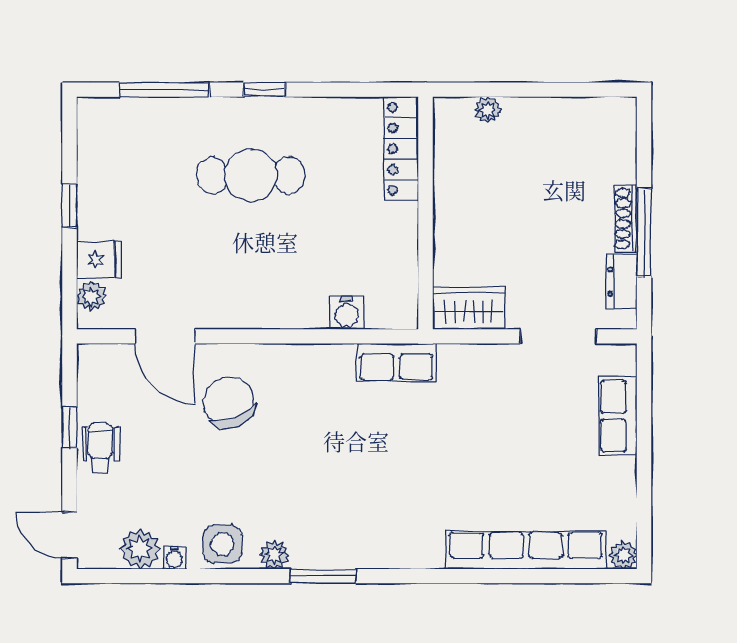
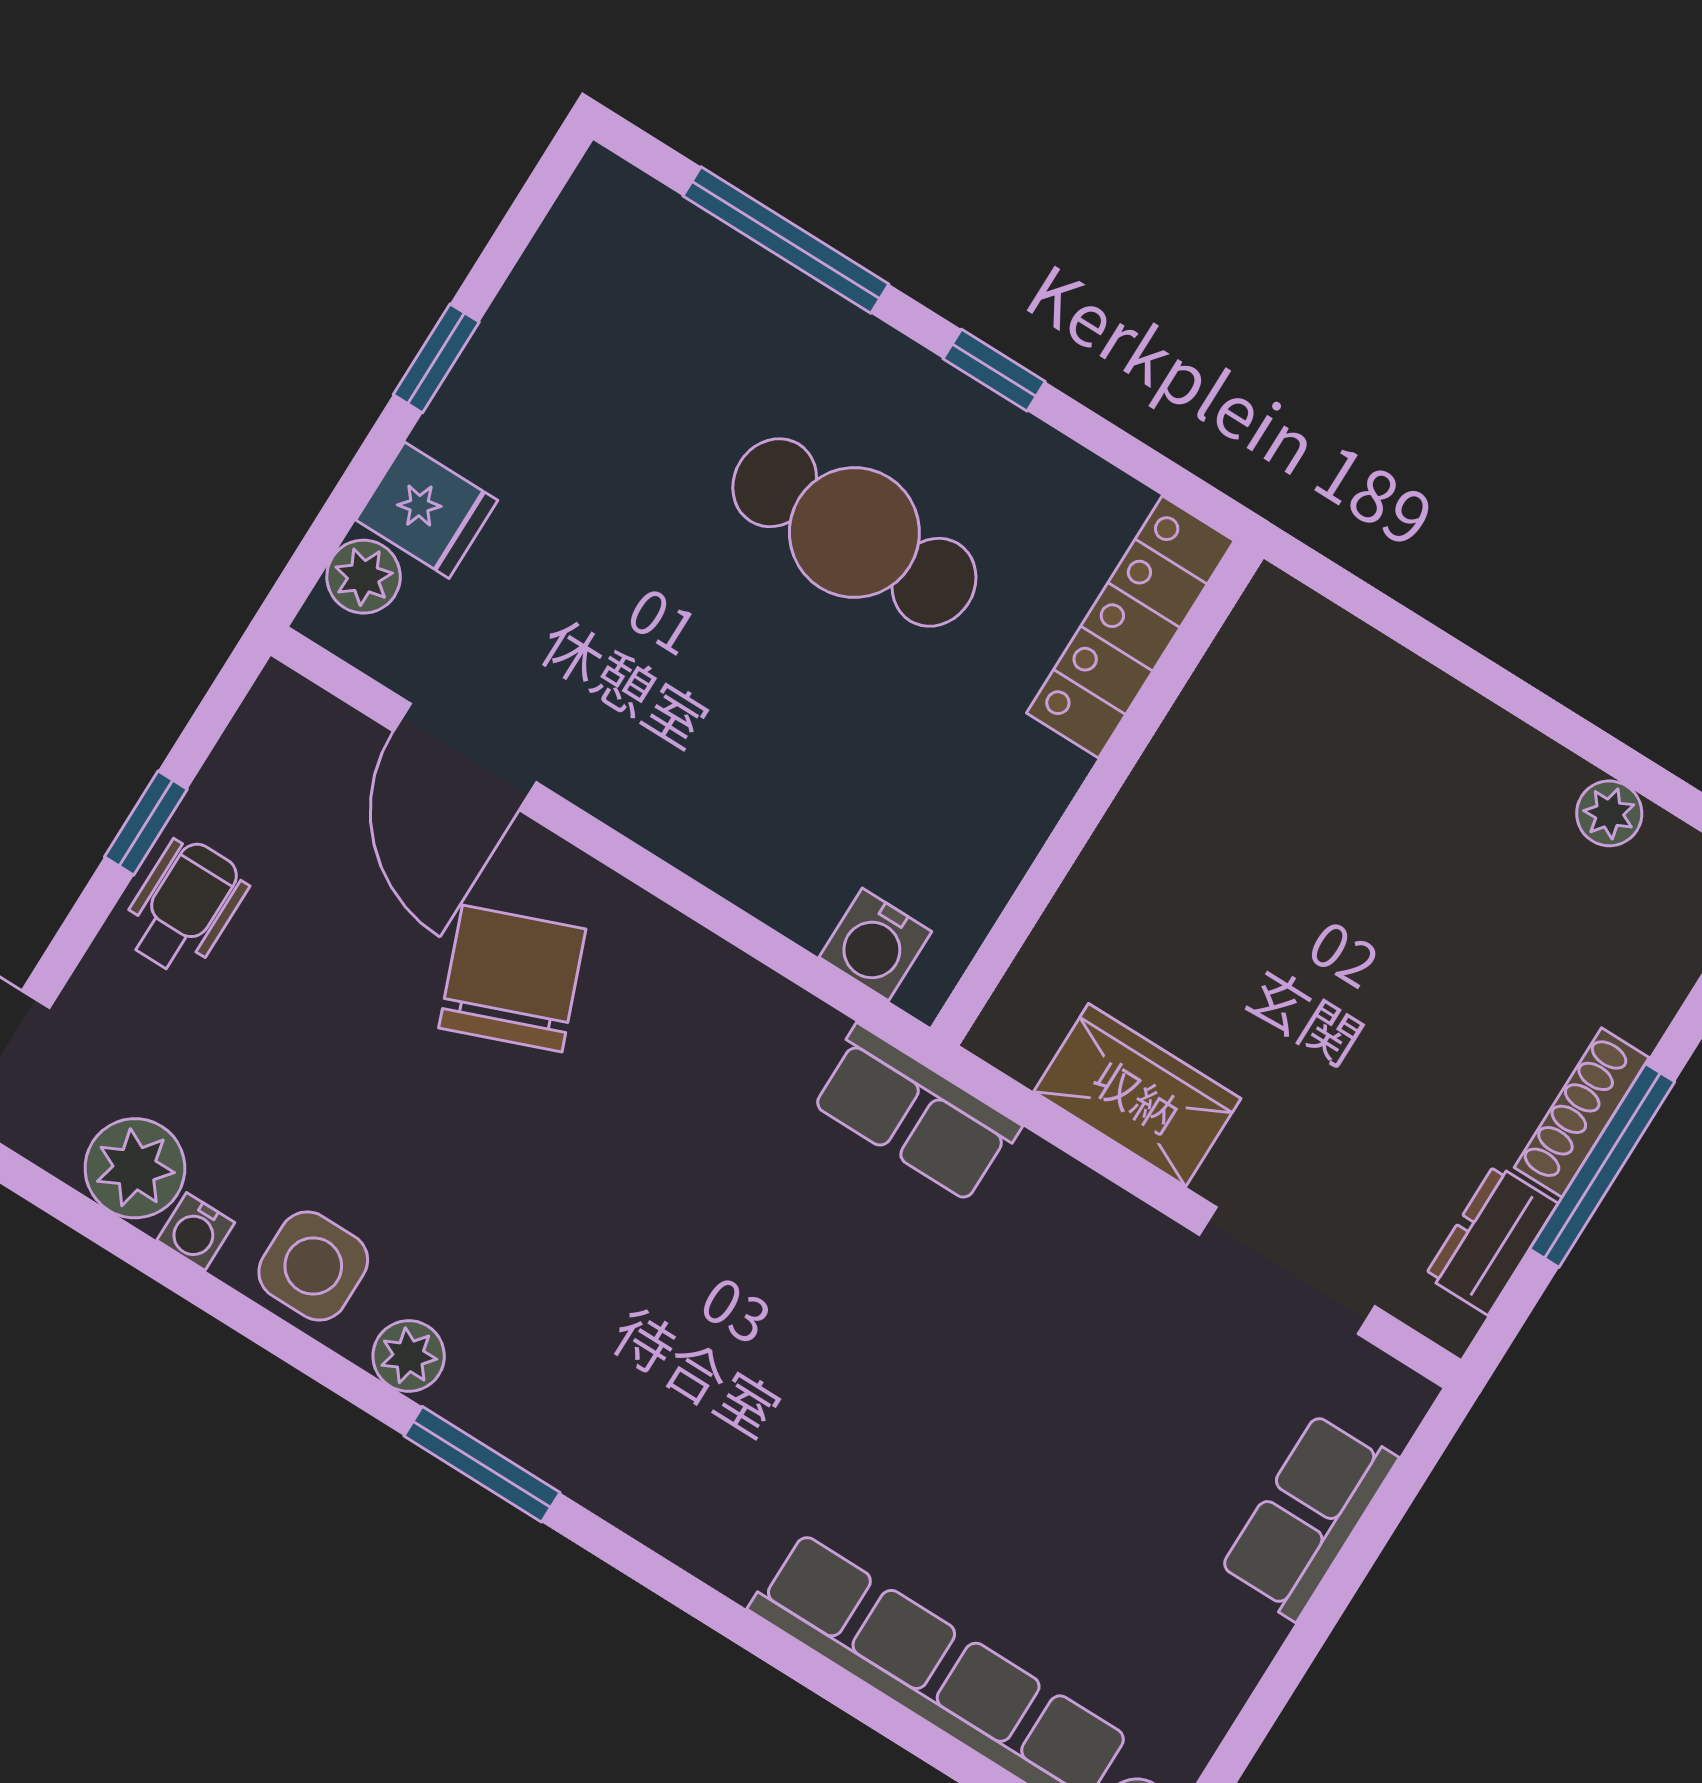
plant: (488, 110) -> (1609, 813), moved
locker: (401, 149) -> (1130, 627), moved
wall: (425, 213) -> (1097, 793), moved

